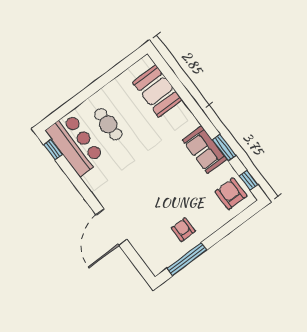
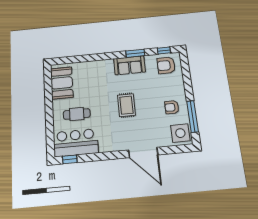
booth: (157, 91) -> (62, 83), moved, turned 90
rug: (154, 176) -> (126, 105), added
side table: (159, 256) -> (180, 133), added

